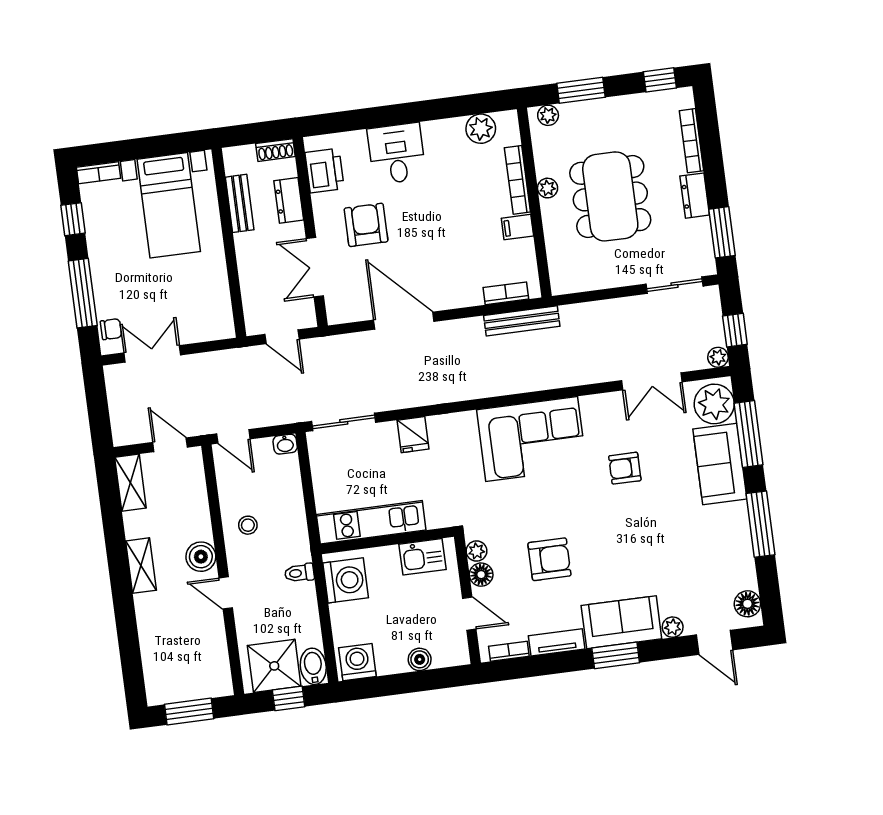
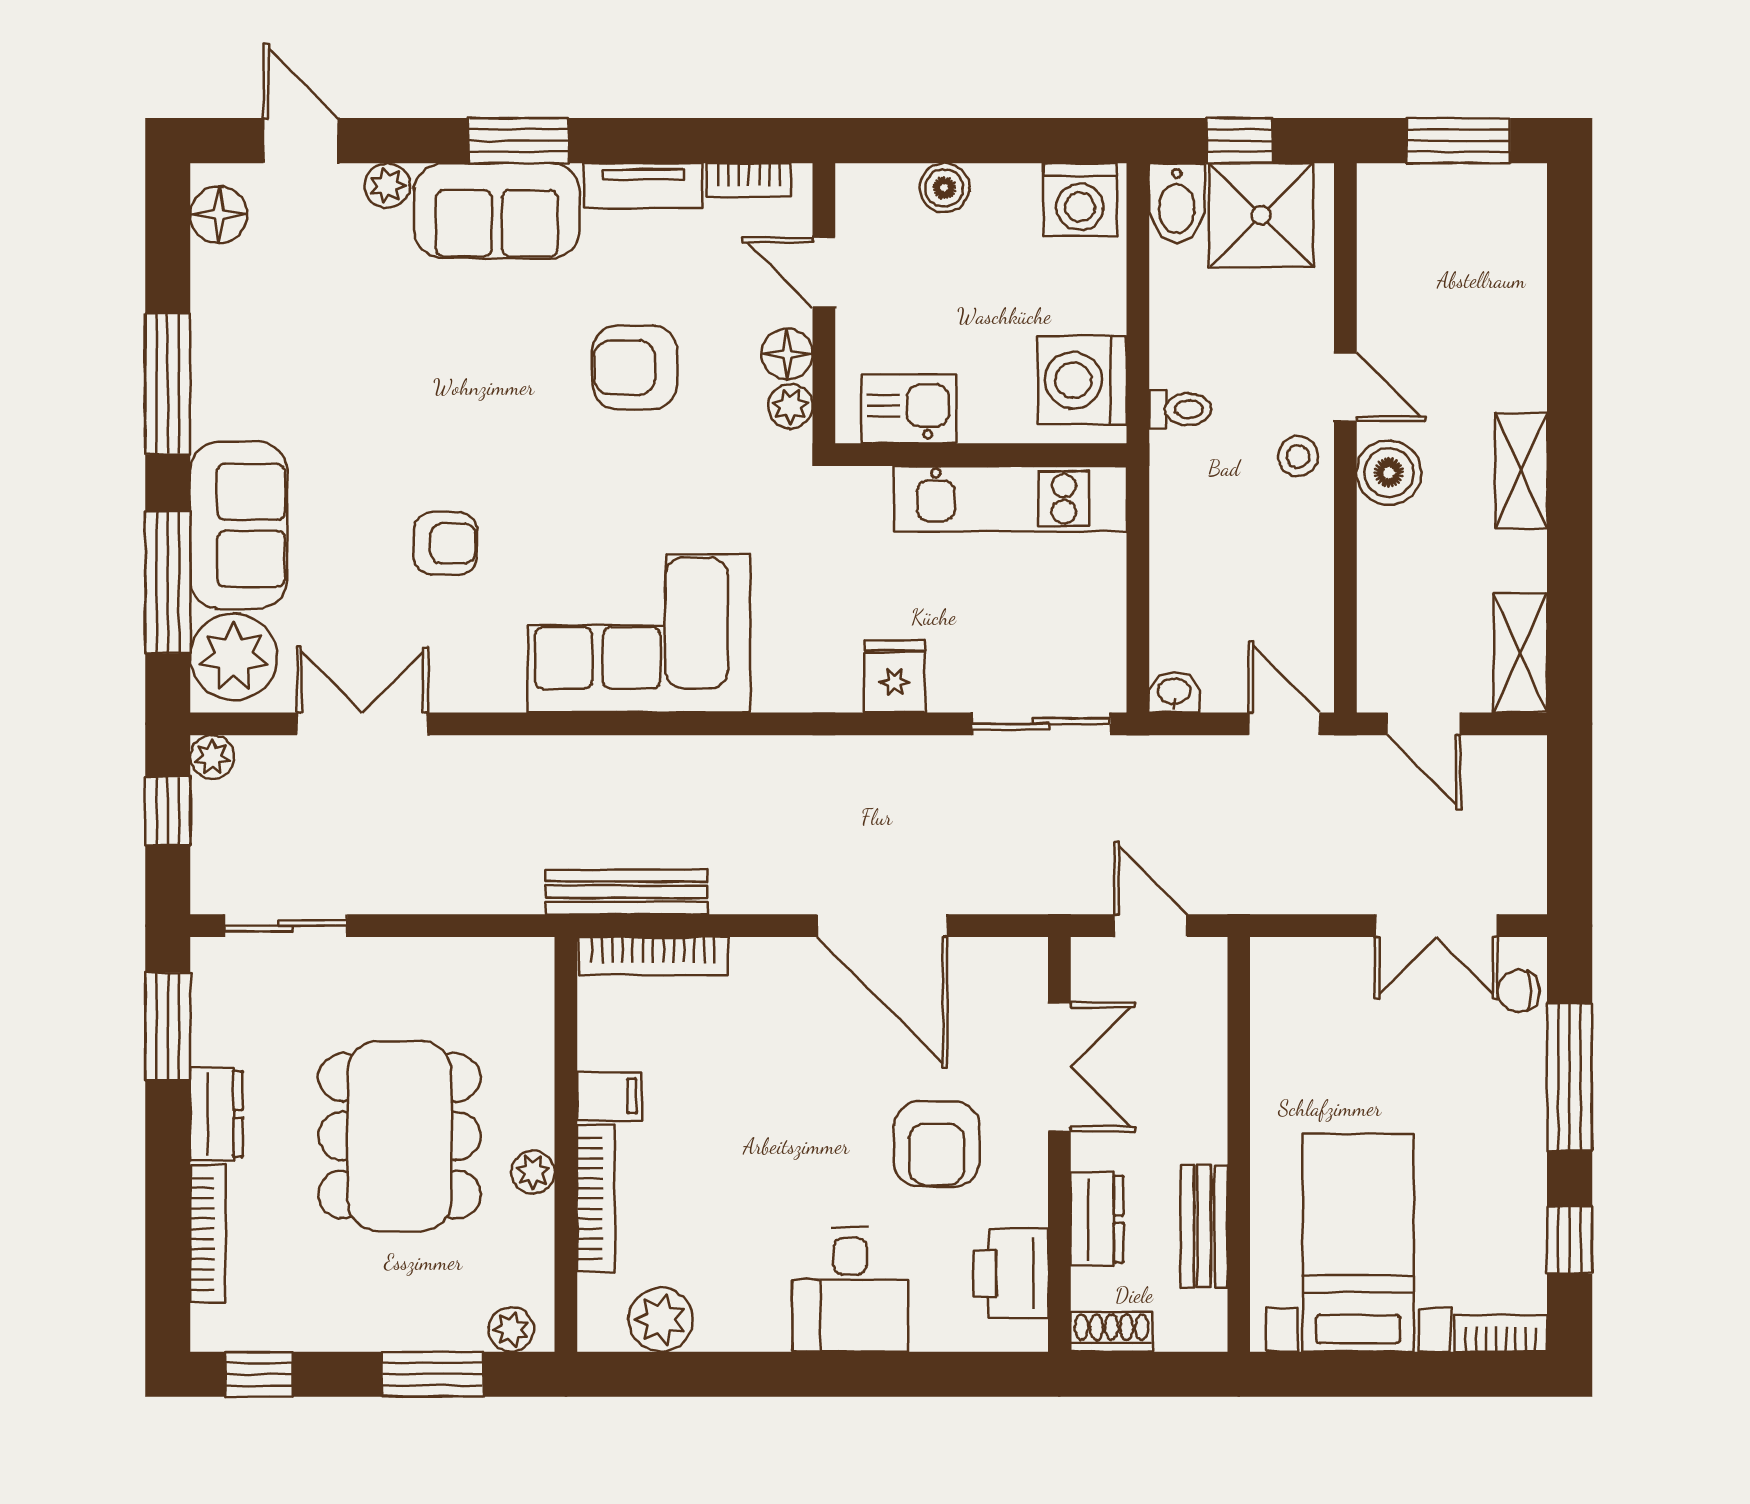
bookcase: (506, 293) -> (653, 956), width x1.56
stool: (248, 525) -> (1298, 456), moved

